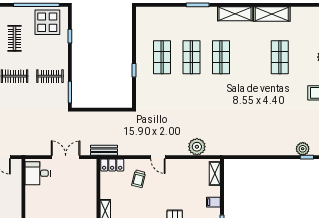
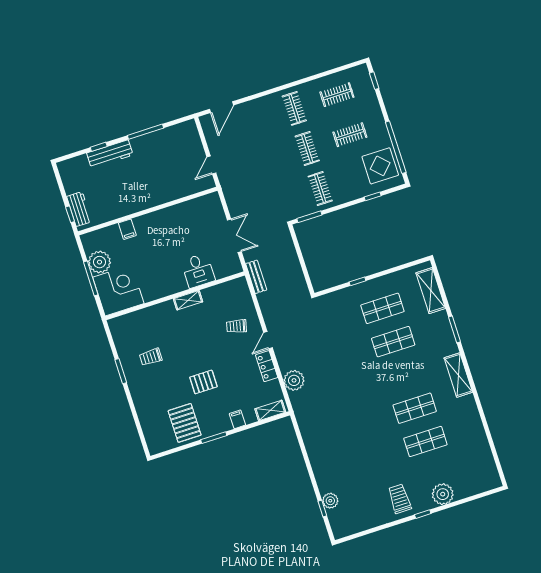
shelving: (272, 14) -> (431, 291), moved
shop shelf: (221, 57) -> (415, 408), moved
locker: (112, 165) -> (267, 366), moved
desk: (38, 173) -> (198, 271), moved, turned 180

